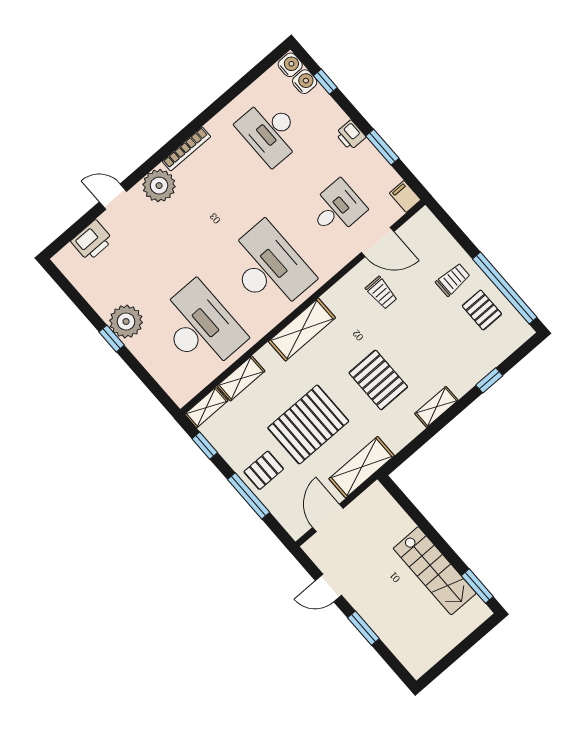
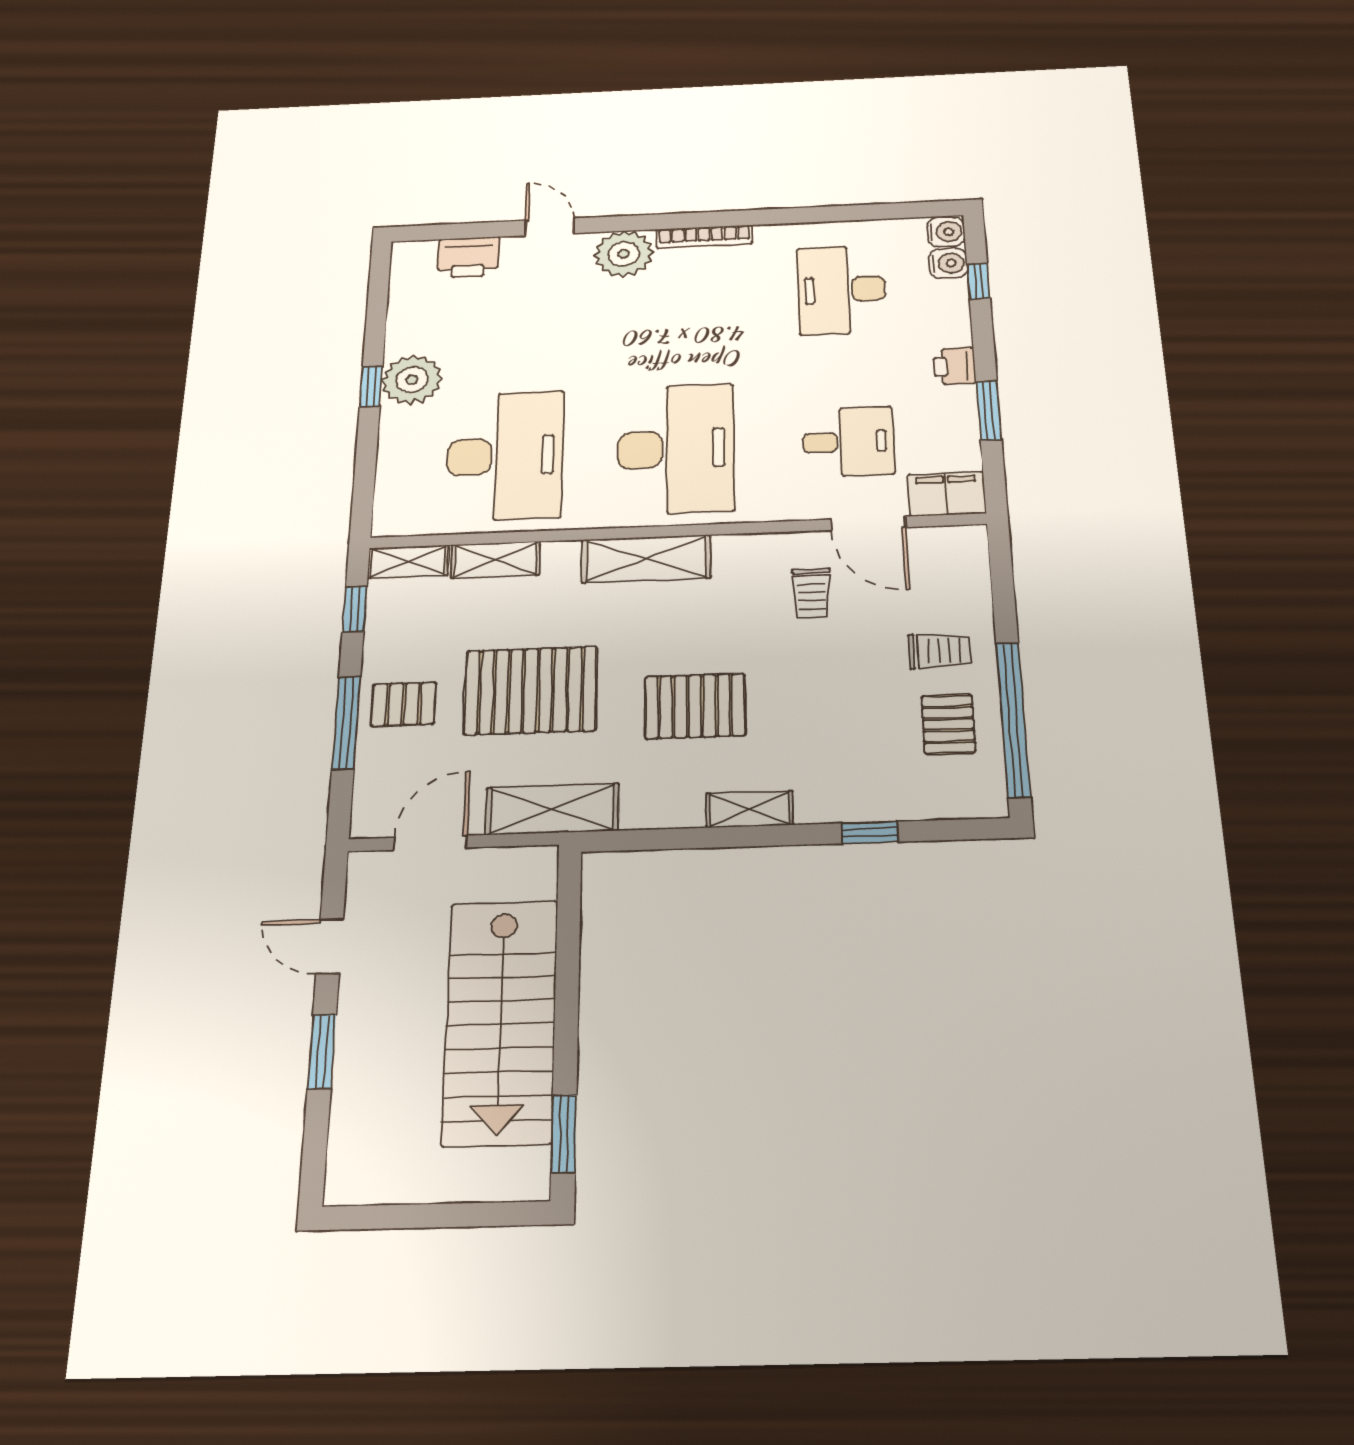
filing cabinet: (405, 196) -> (947, 494), width x2.00
pallet: (378, 380) -> (695, 706), turned 90
stairs: (435, 571) -> (501, 1021), width x1.36, depth x1.51

